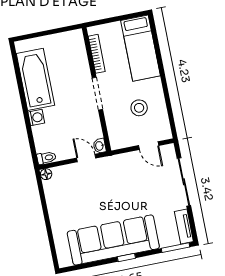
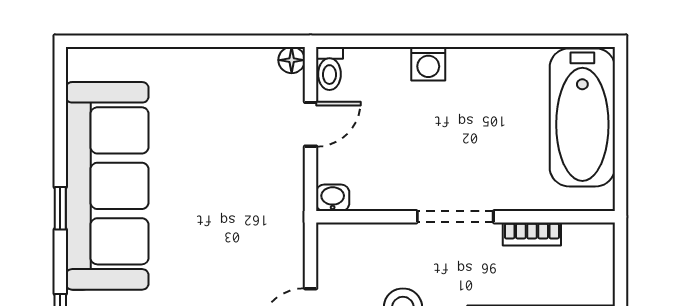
bookcase: (97, 54) -> (532, 234), width x0.64
bathtub: (35, 79) -> (582, 117), moved, turned 90
door: (86, 158) -> (311, 124), moved

